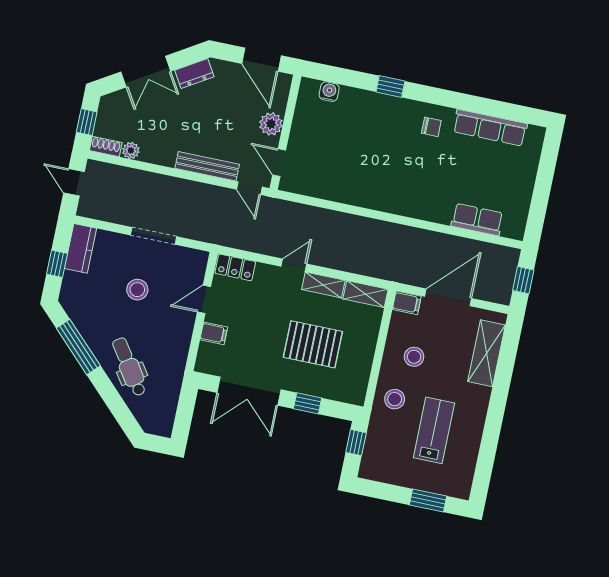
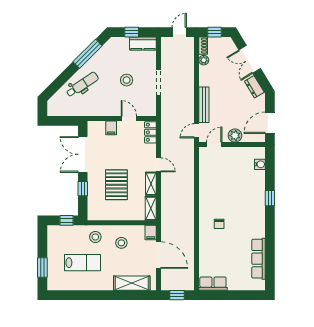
chair: (431, 127) -> (219, 224), moved
row of seats: (477, 219) -> (213, 284), moved, turned -90

